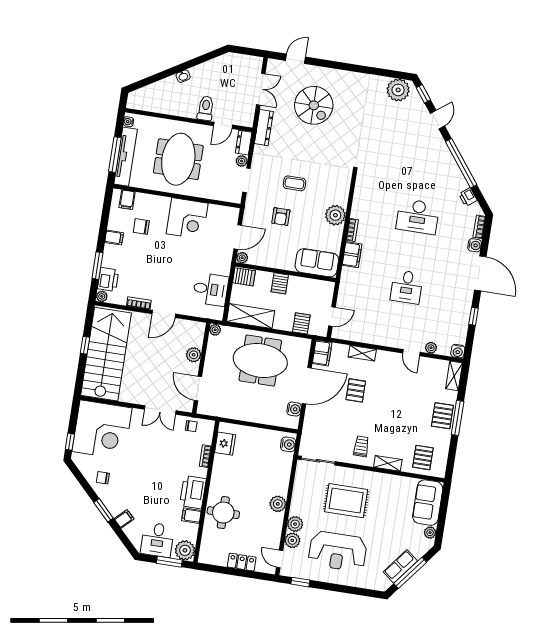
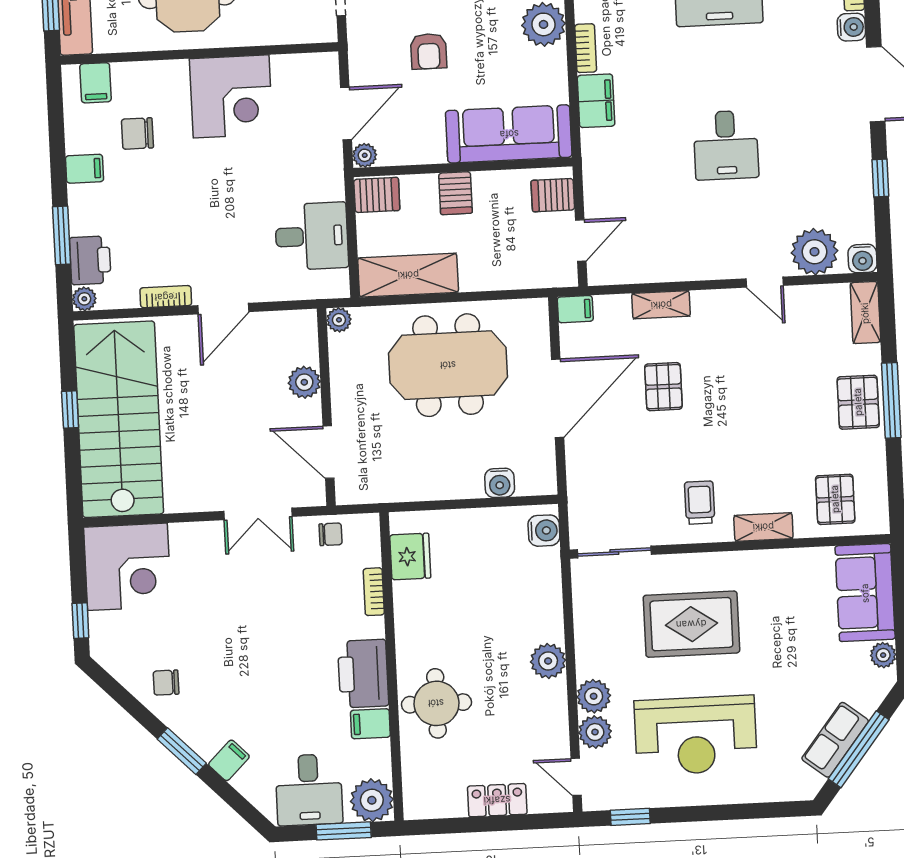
sofa: (317, 263) -> (509, 134), width x1.36
server rack: (301, 323) -> (553, 195), moved, turned -90
plant: (431, 348) -> (814, 252), width x1.88, depth x1.88
filing cabinet: (322, 353) -> (575, 309), width x0.50
water cooler: (294, 409) -> (500, 483), moved, turned 90
corner desk: (102, 430) -> (127, 567), width x0.74, depth x0.74

